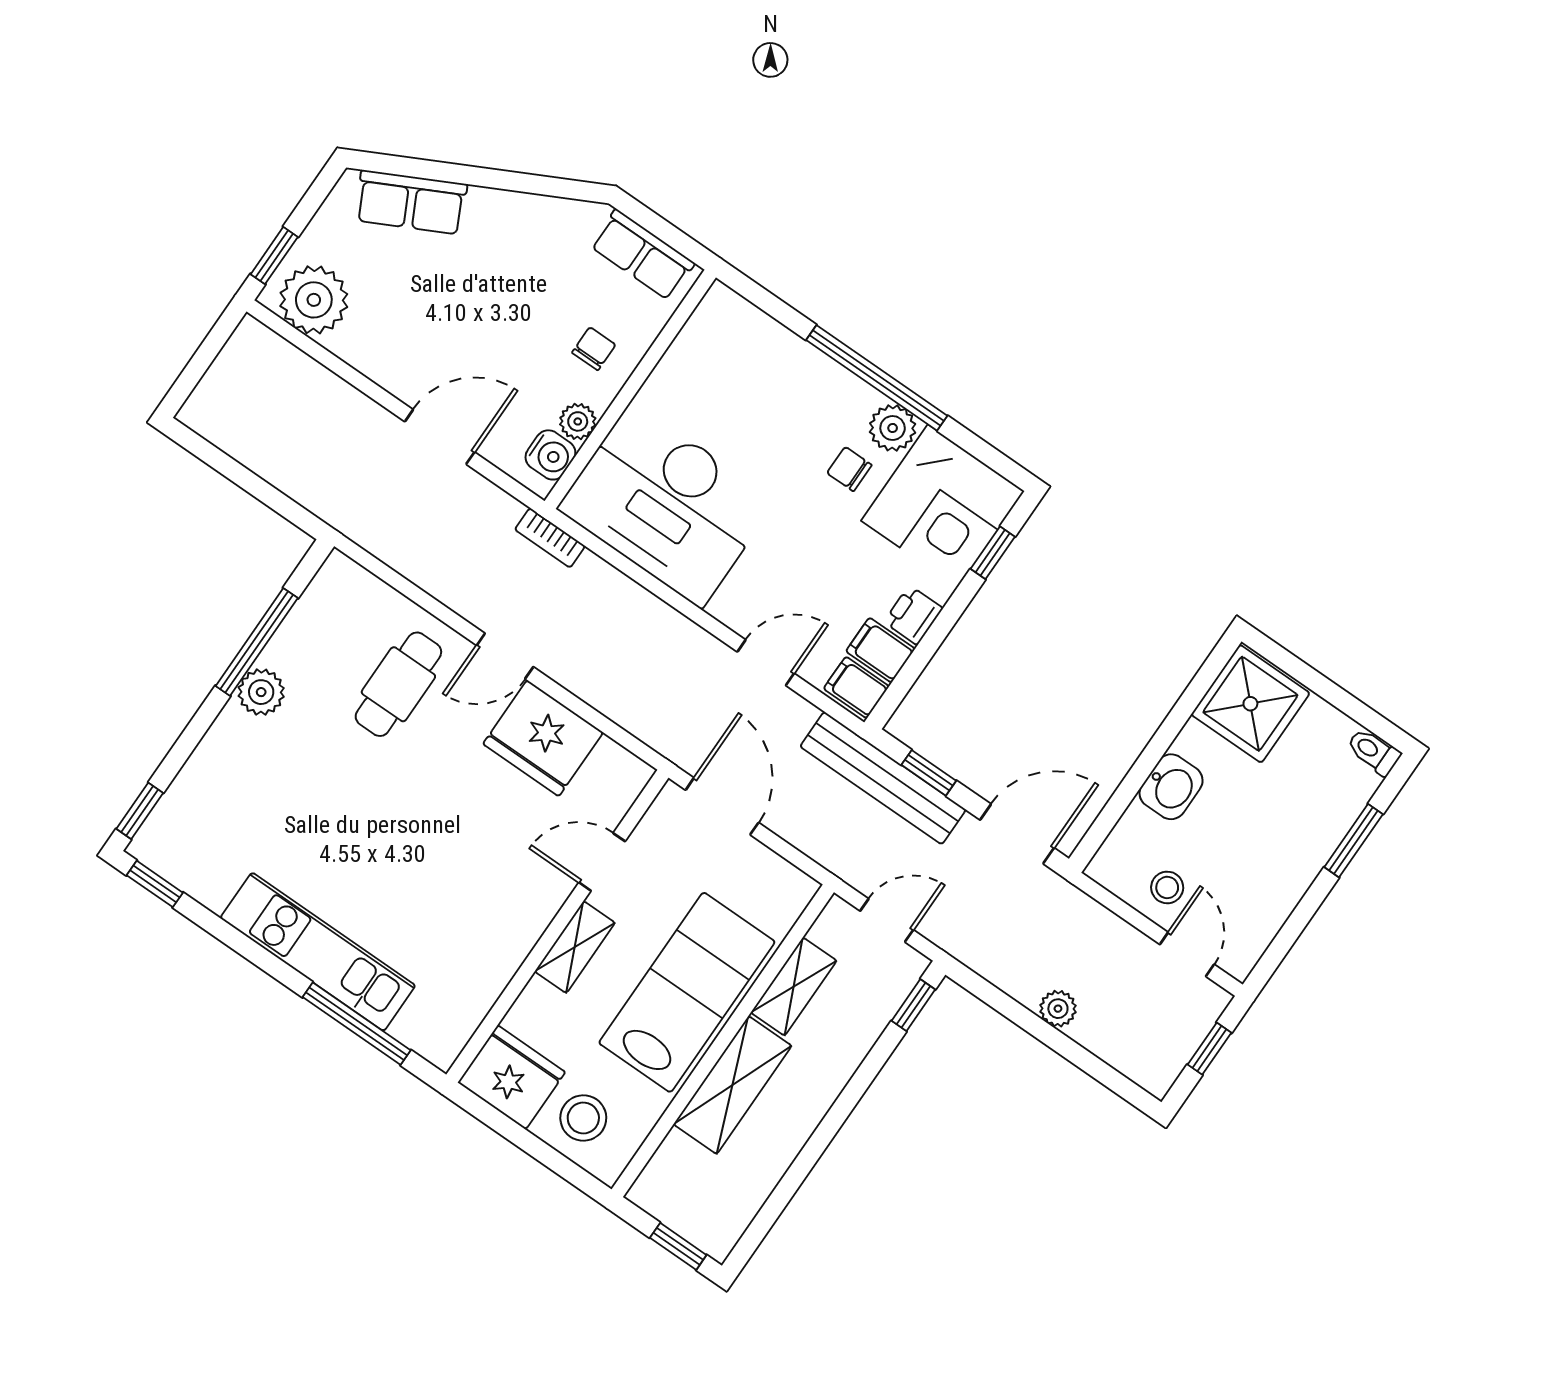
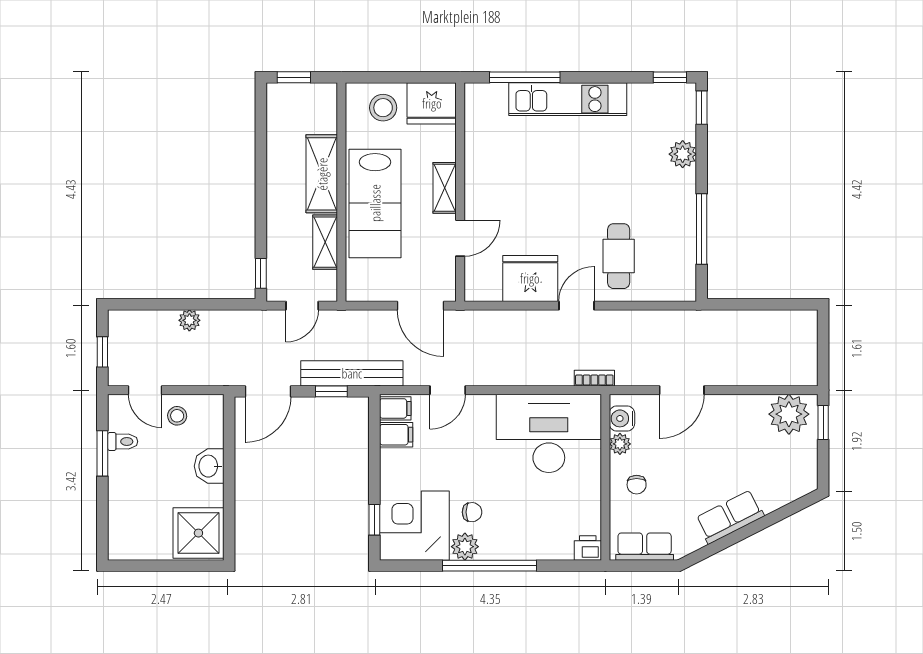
row of seats: (411, 202) -> (730, 517), moved
printer: (913, 615) -> (588, 548), moved, turned -90
plant: (261, 692) -> (683, 154), moved
toilet: (1374, 752) -> (123, 442), moved
window: (1354, 841) -> (102, 453), moved

